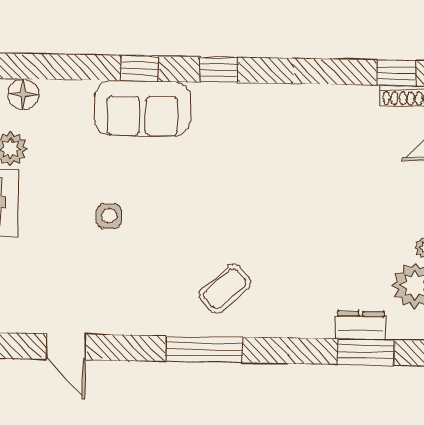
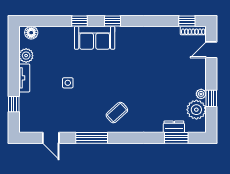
sofa: (143, 109) -> (95, 38), moved
window: (204, 349) -> (92, 138), moved

